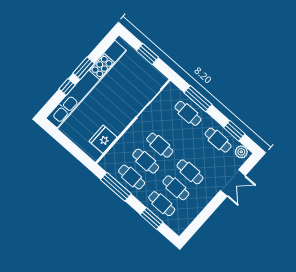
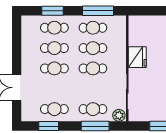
fridge: (103, 139) -> (137, 57), moved
plant: (241, 152) -> (119, 115), moved

